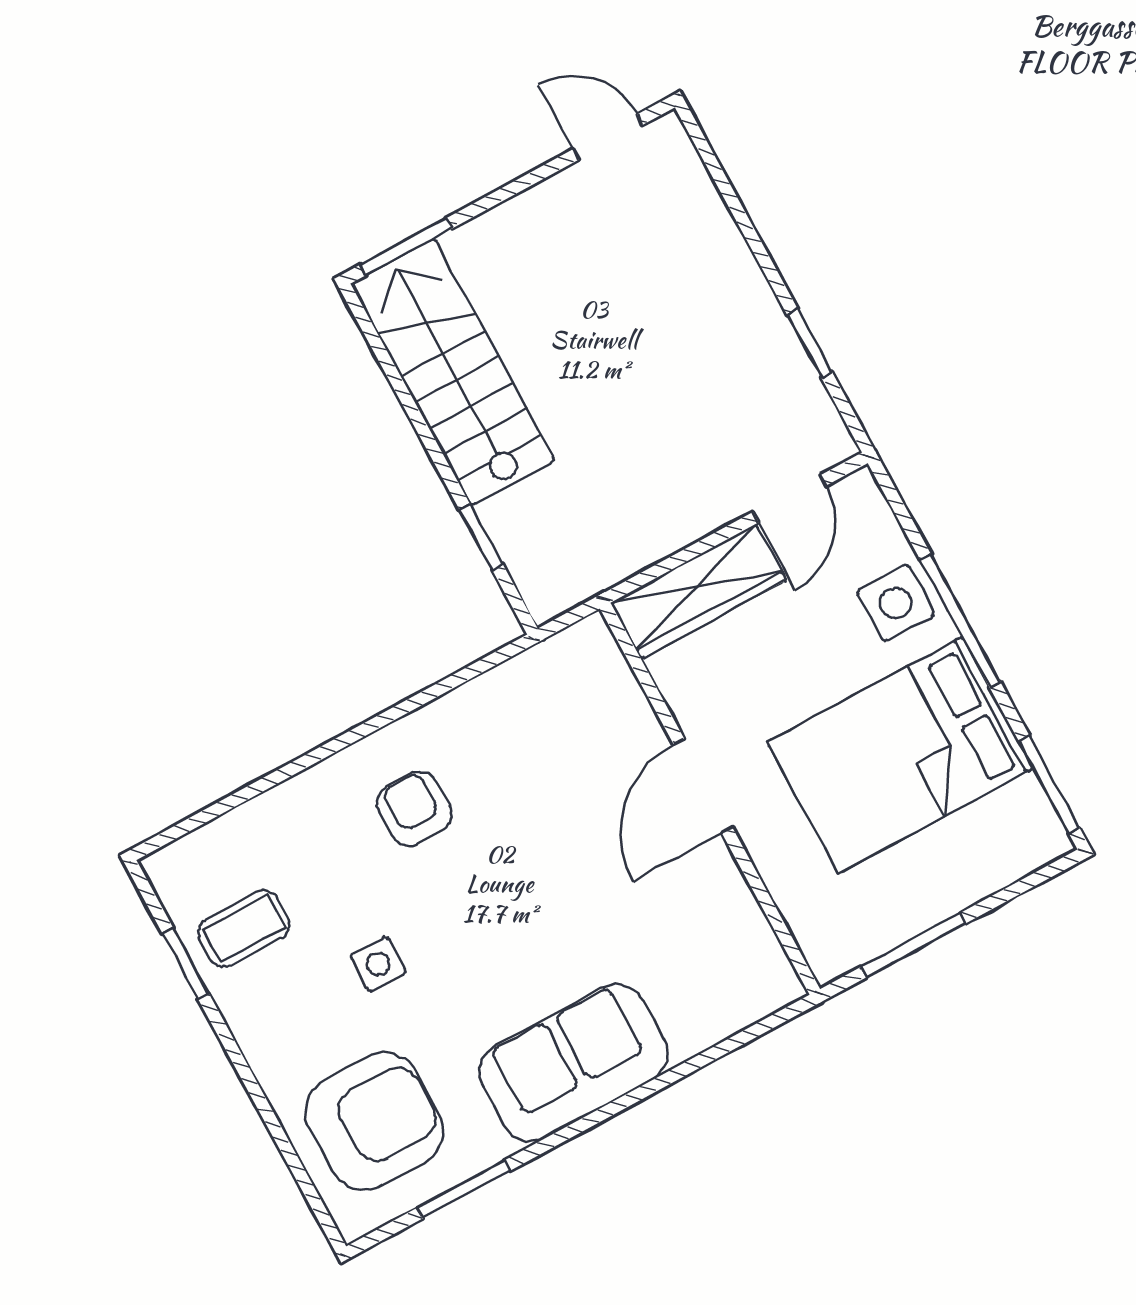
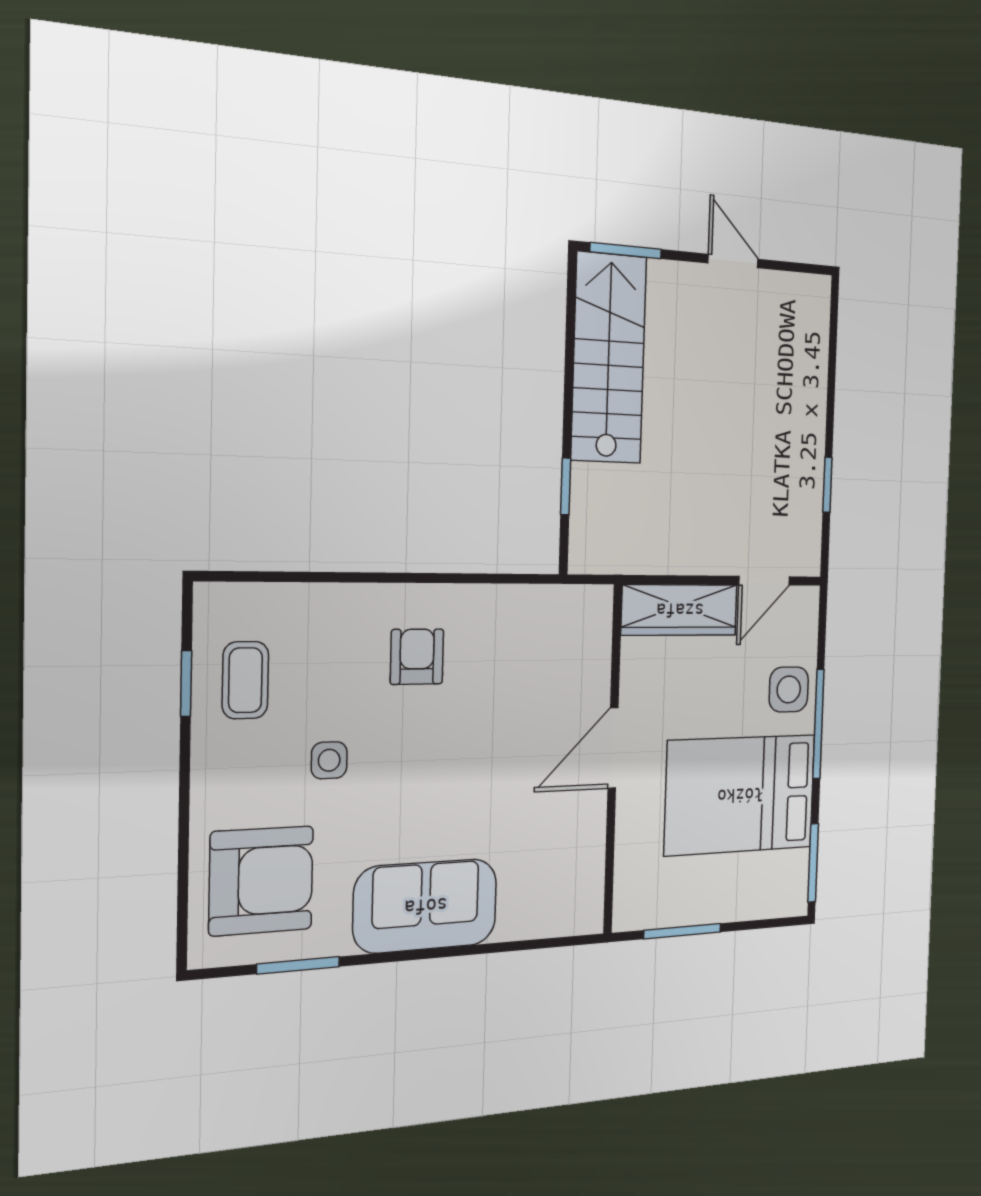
door: (608, 137) -> (733, 261), moved
coffee table: (244, 929) -> (245, 680), turned 90

